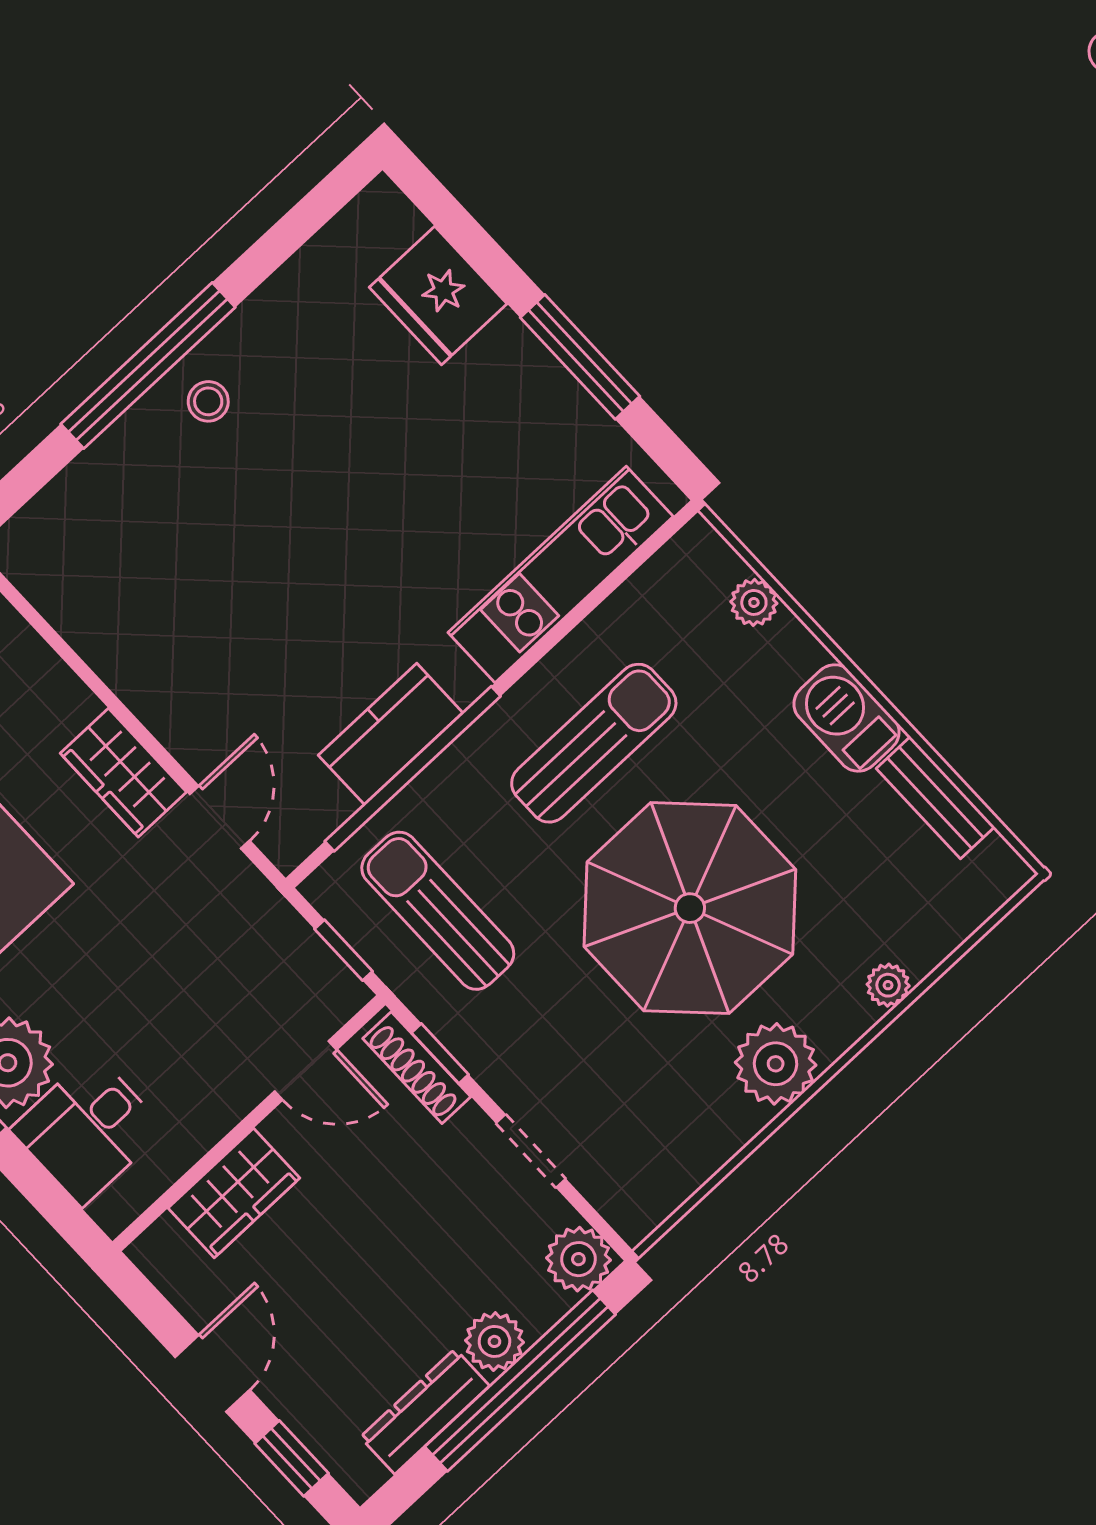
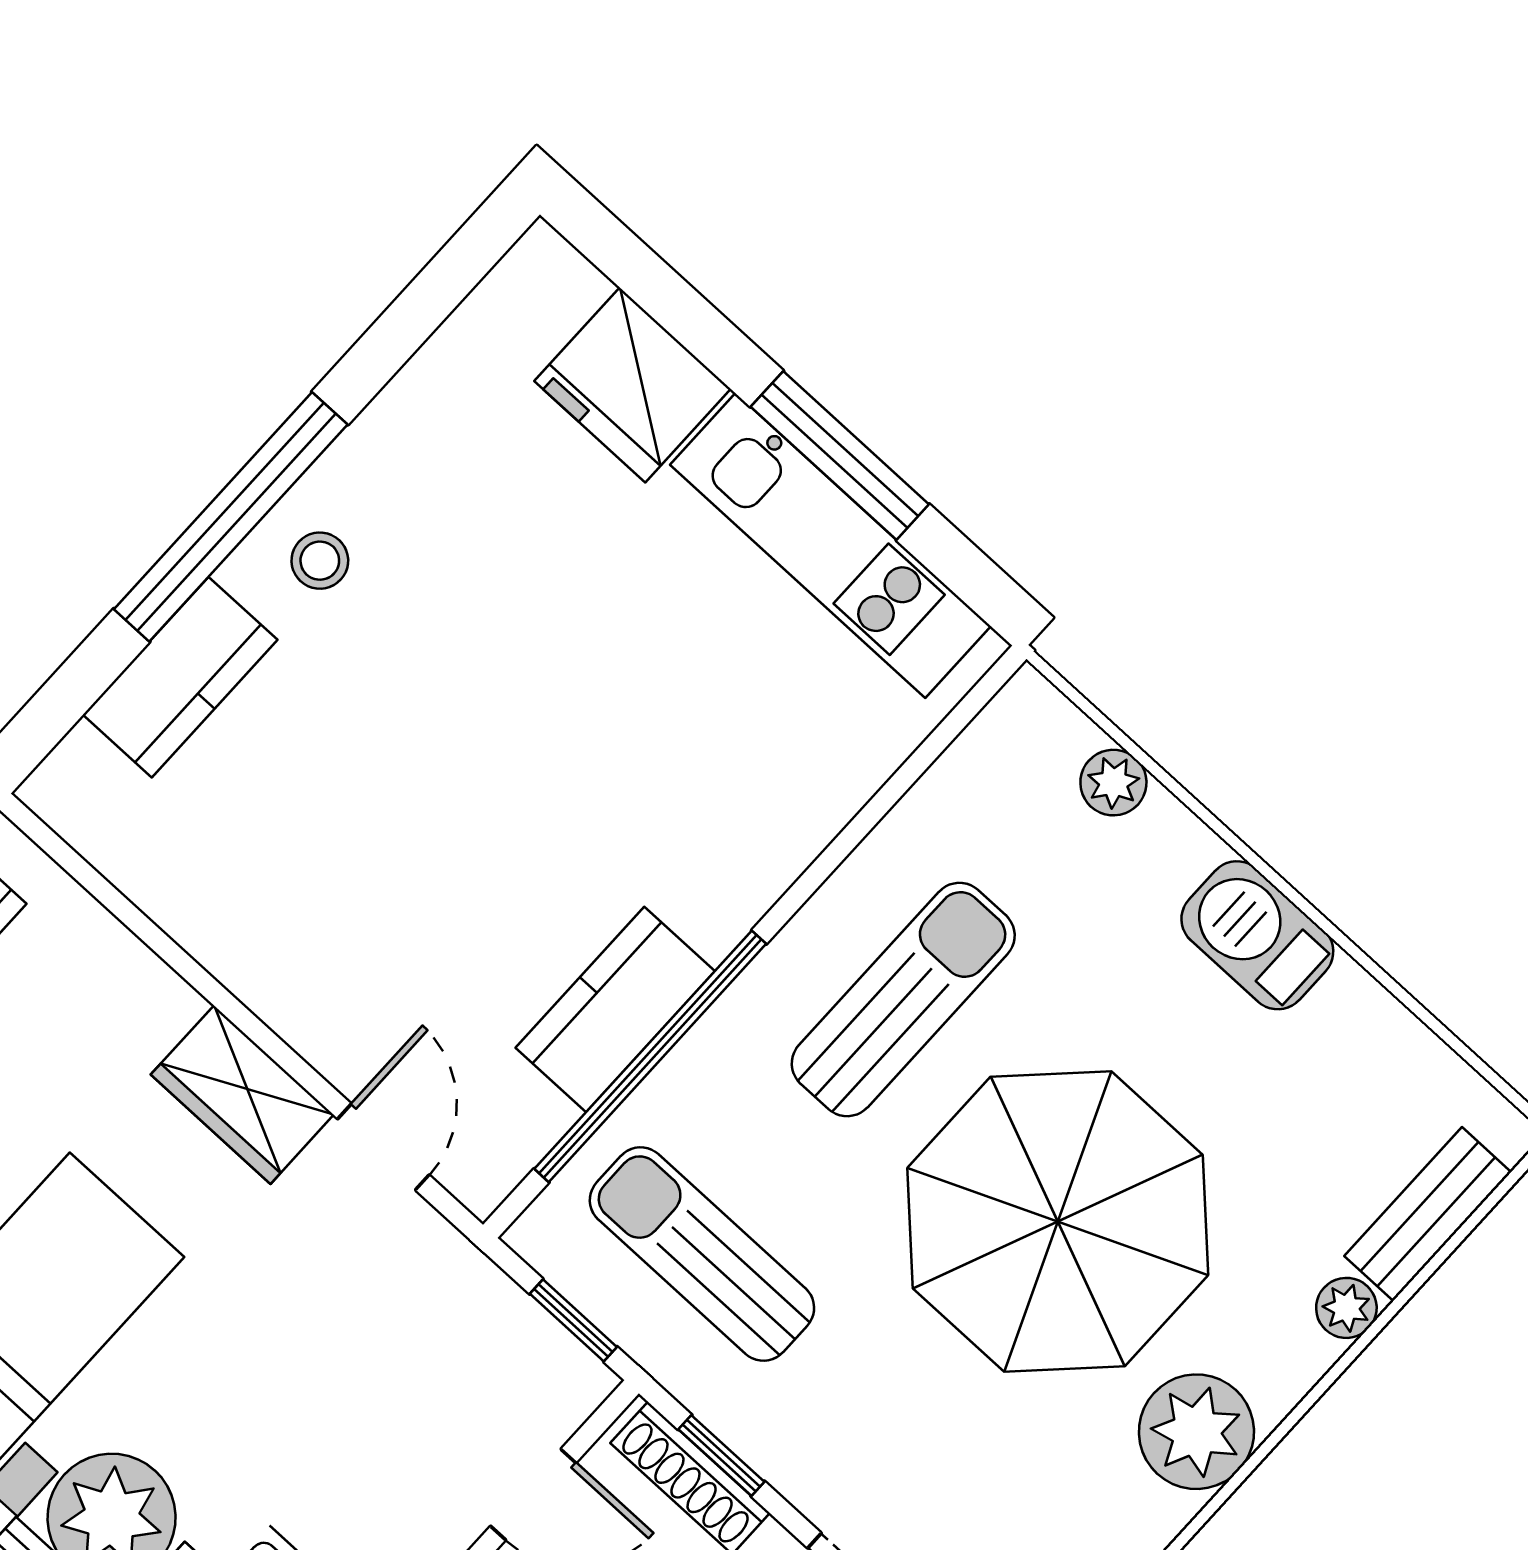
kitchen counter: (103, 475) -> (180, 677), added
kitchen unit: (561, 574) -> (830, 546), moved, turned -90
bench: (935, 798) -> (1428, 1214), moved, turned 90

